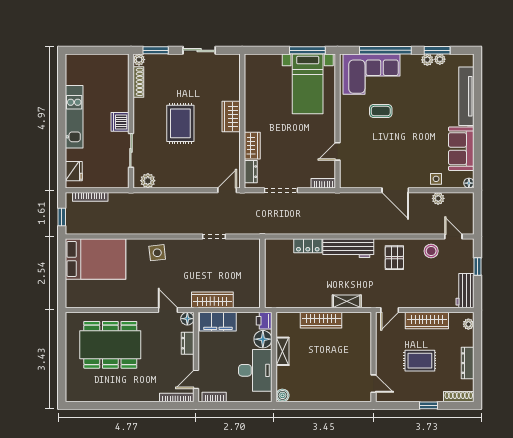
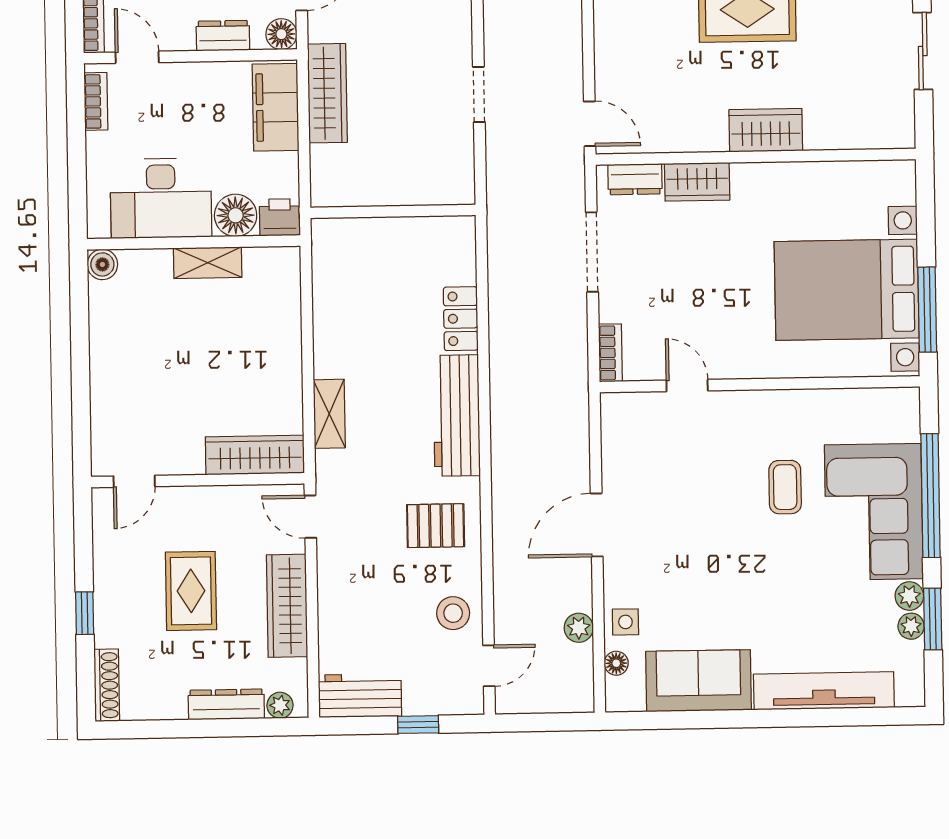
corner sofa: (372, 74) -> (874, 512), moved
bed with nightstands: (308, 84) -> (847, 290), width x1.36
floor lamp: (469, 183) -> (616, 663), moved
wardrobe: (321, 320) -> (255, 455), moved, turned 90
dresser: (468, 363) -> (226, 704), moved

